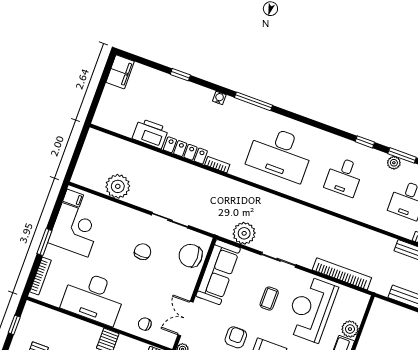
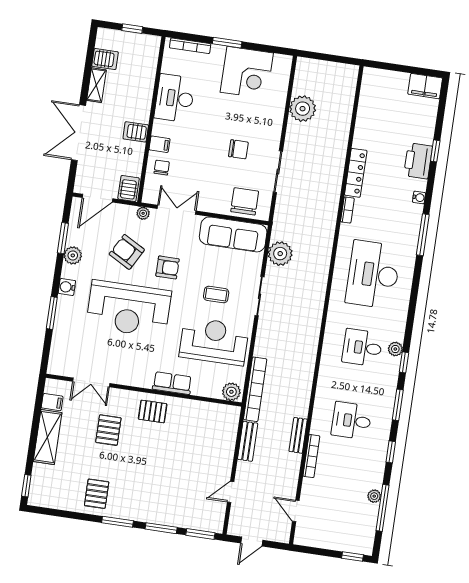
printer: (150, 134) -> (418, 161), moved, turned 180
plant: (394, 163) -> (395, 349), moved
filing cabinet: (73, 198) -> (159, 144), moved, turned -90
bookcase: (342, 274) -> (255, 389), moved
desk: (94, 298) -> (175, 98), width x0.73, depth x0.77
plant: (350, 329) -> (231, 392), moved

